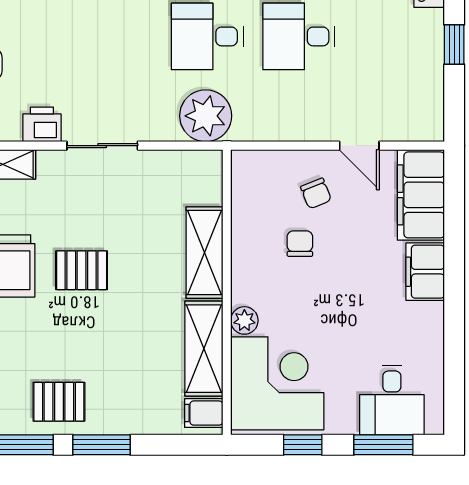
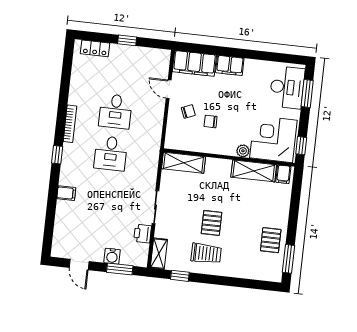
plant: (206, 116) -> (147, 158), removed
door: (359, 146) -> (169, 89), swing flipped
shelving: (205, 253) -> (183, 163), moved
desk: (392, 400) -> (287, 87), width x1.37
window: (101, 445) -> (293, 223), removed
window: (303, 445) -> (301, 146), moved

